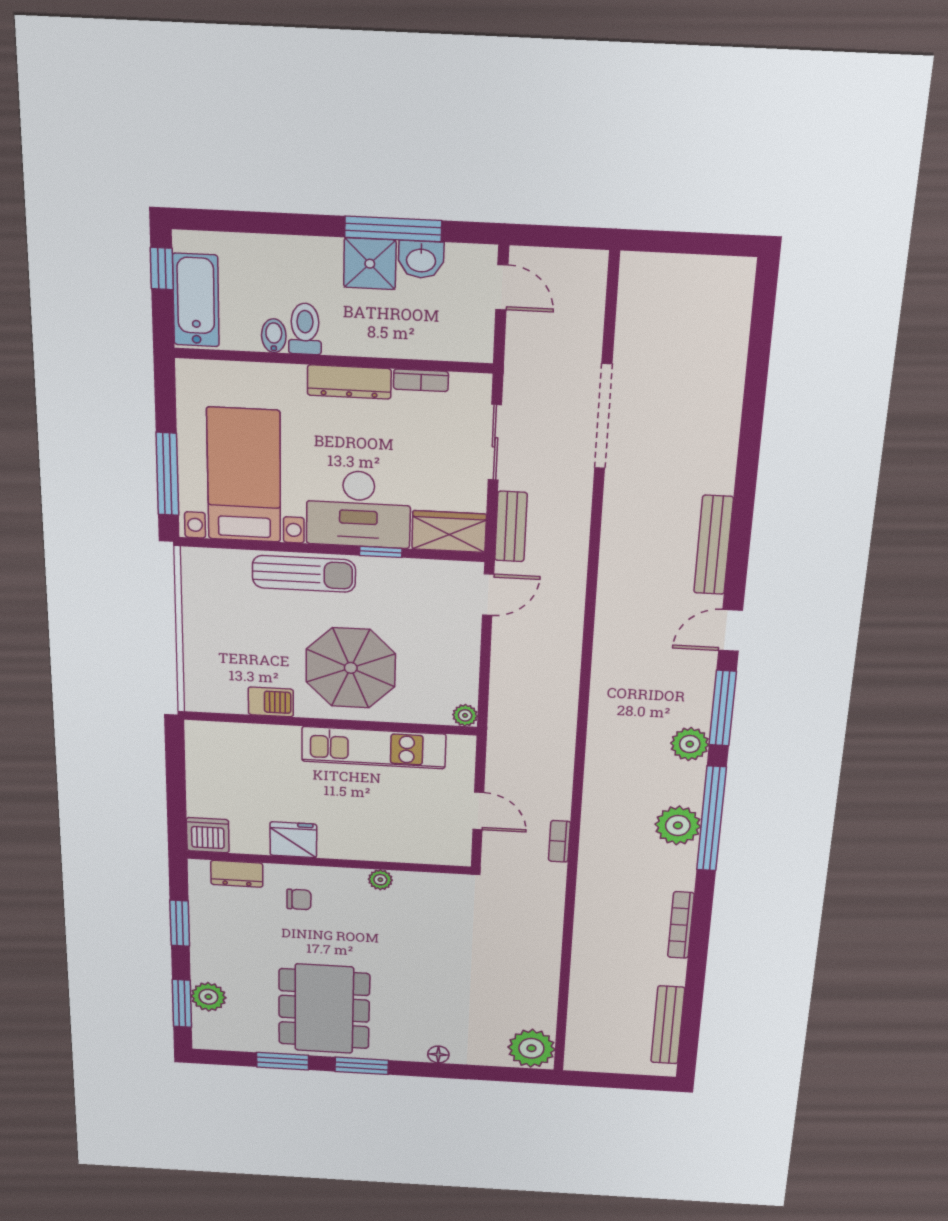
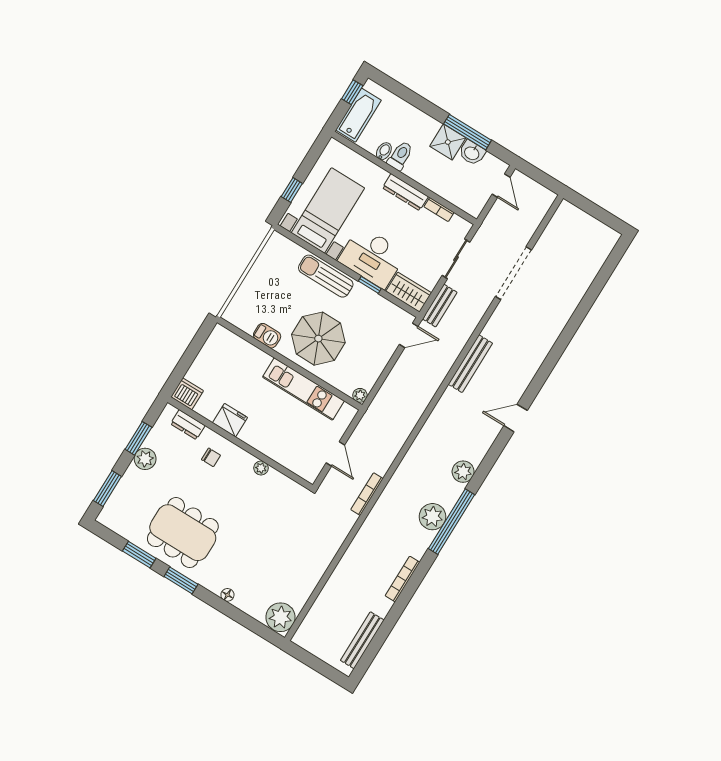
window: (167, 474) -> (292, 190), width x0.46
bench: (714, 545) -> (470, 364), moved
sun lounger: (304, 574) -> (326, 276), turned 180
window: (723, 708) -> (490, 460), removed
bookcase: (559, 841) -> (367, 494), width x1.56
plant: (208, 997) -> (145, 459), moved
dining table: (324, 1009) -> (183, 533), turned 90

